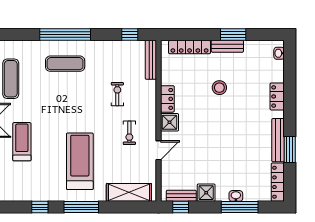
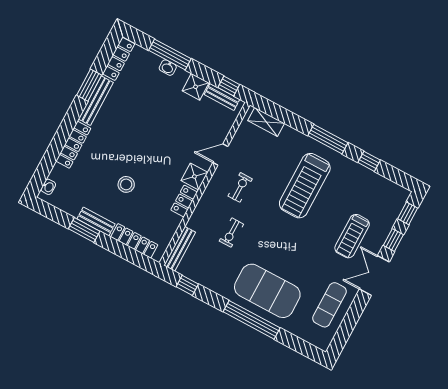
exercise mat: (65, 64) -> (267, 291), width x2.00, depth x1.45
locker: (277, 96) -> (73, 145), width x1.53
shelving: (129, 192) -> (266, 122), width x0.67, depth x0.75

